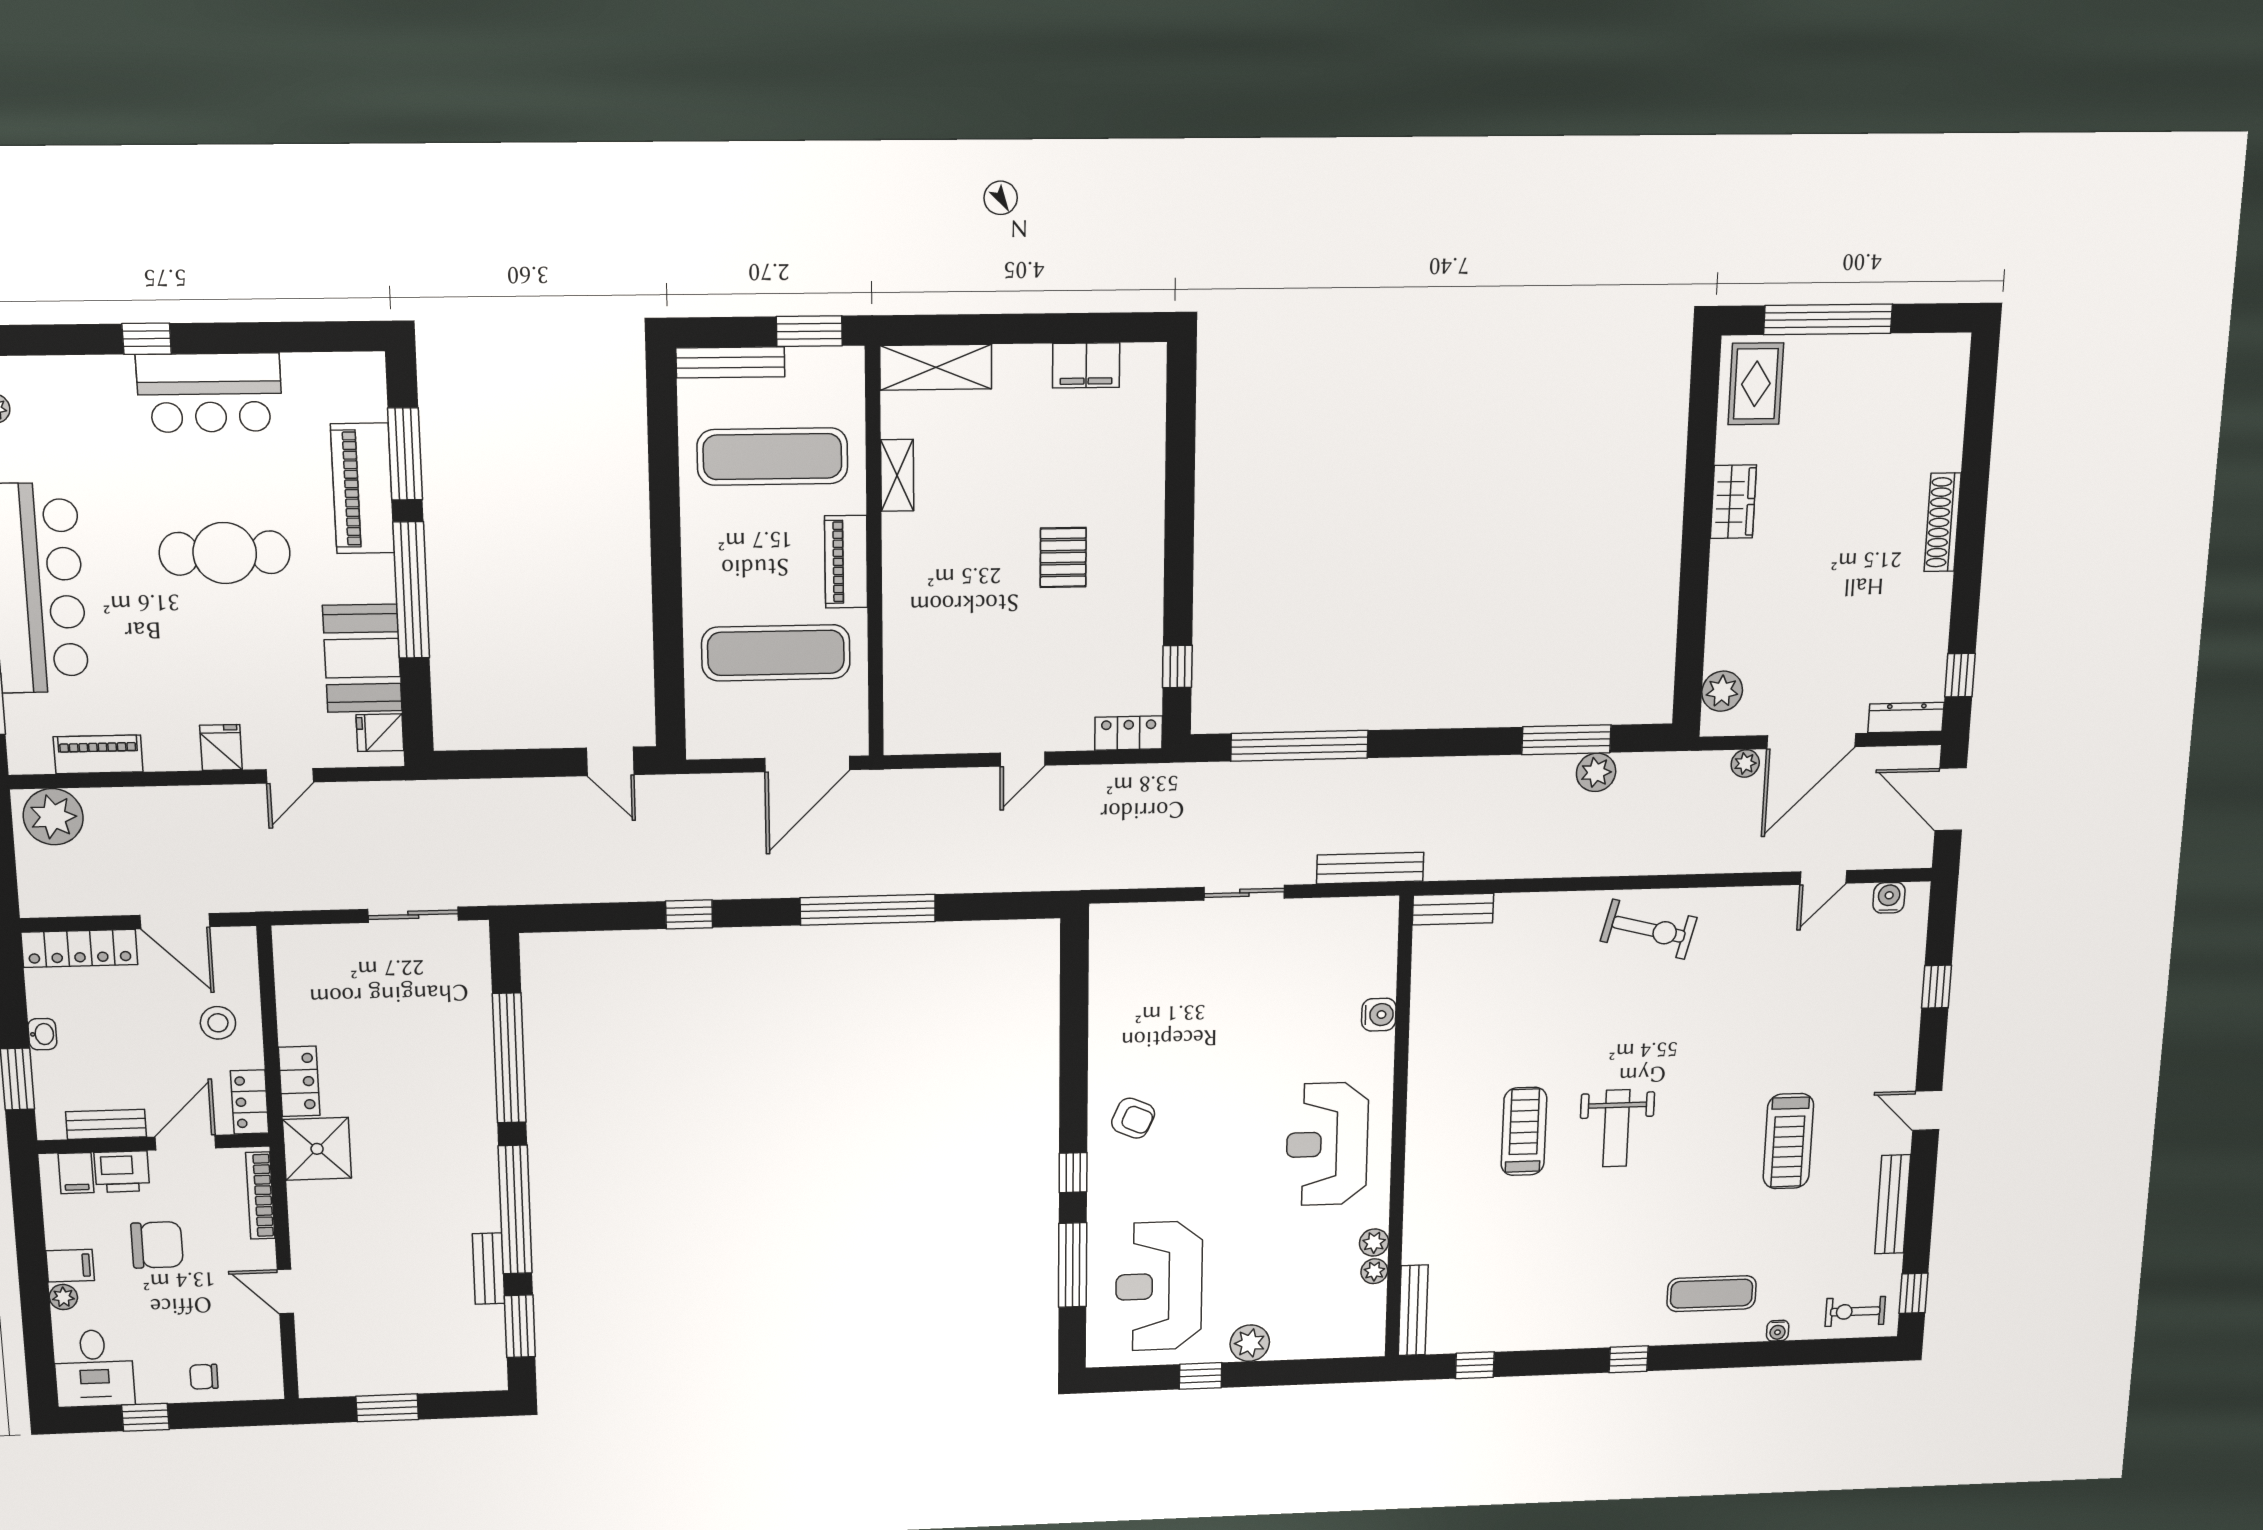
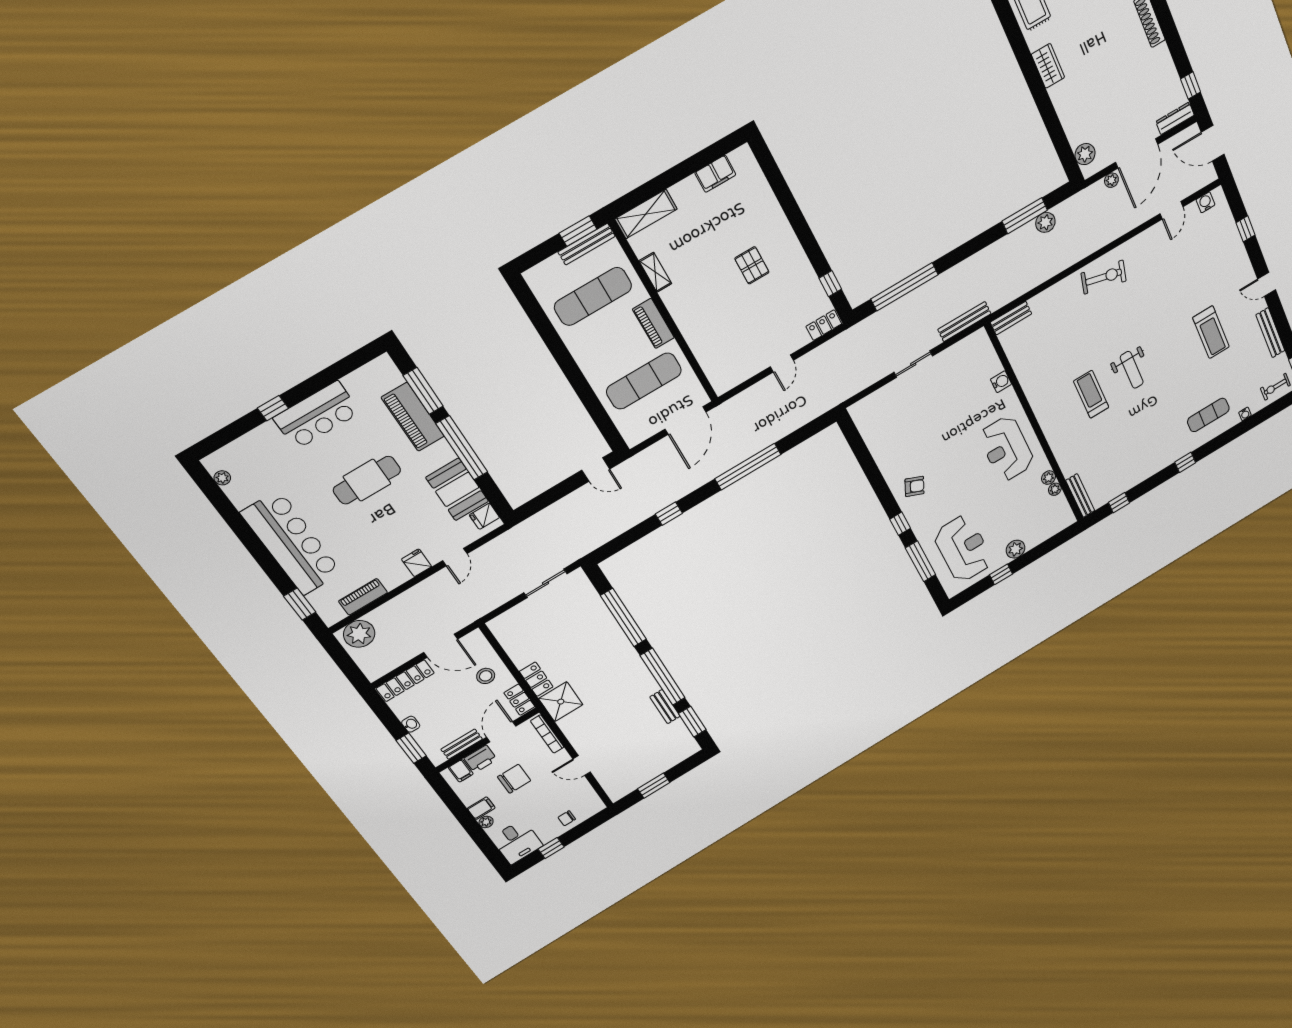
bench: (730, 362) -> (587, 244), moved
reception desk: (1159, 1286) -> (963, 549), turned 180

